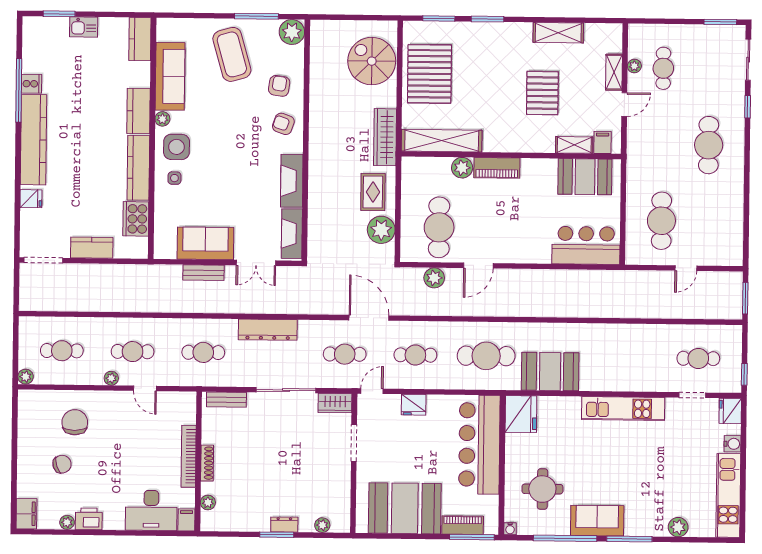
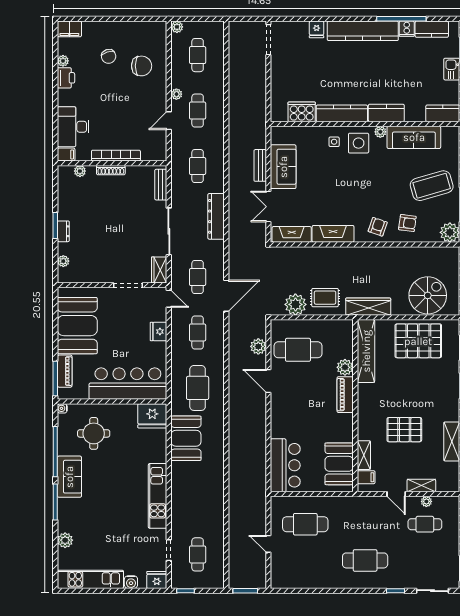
kitchen counter: (92, 248) -> (432, 29), moved, turned 90

